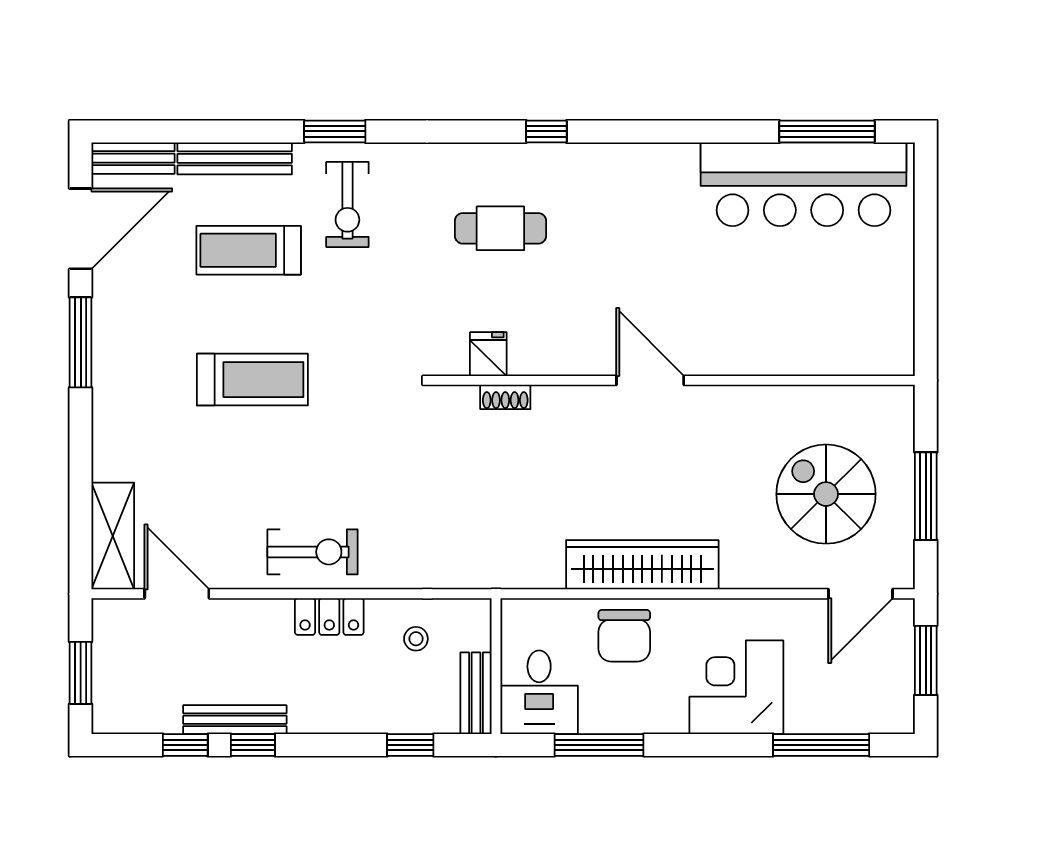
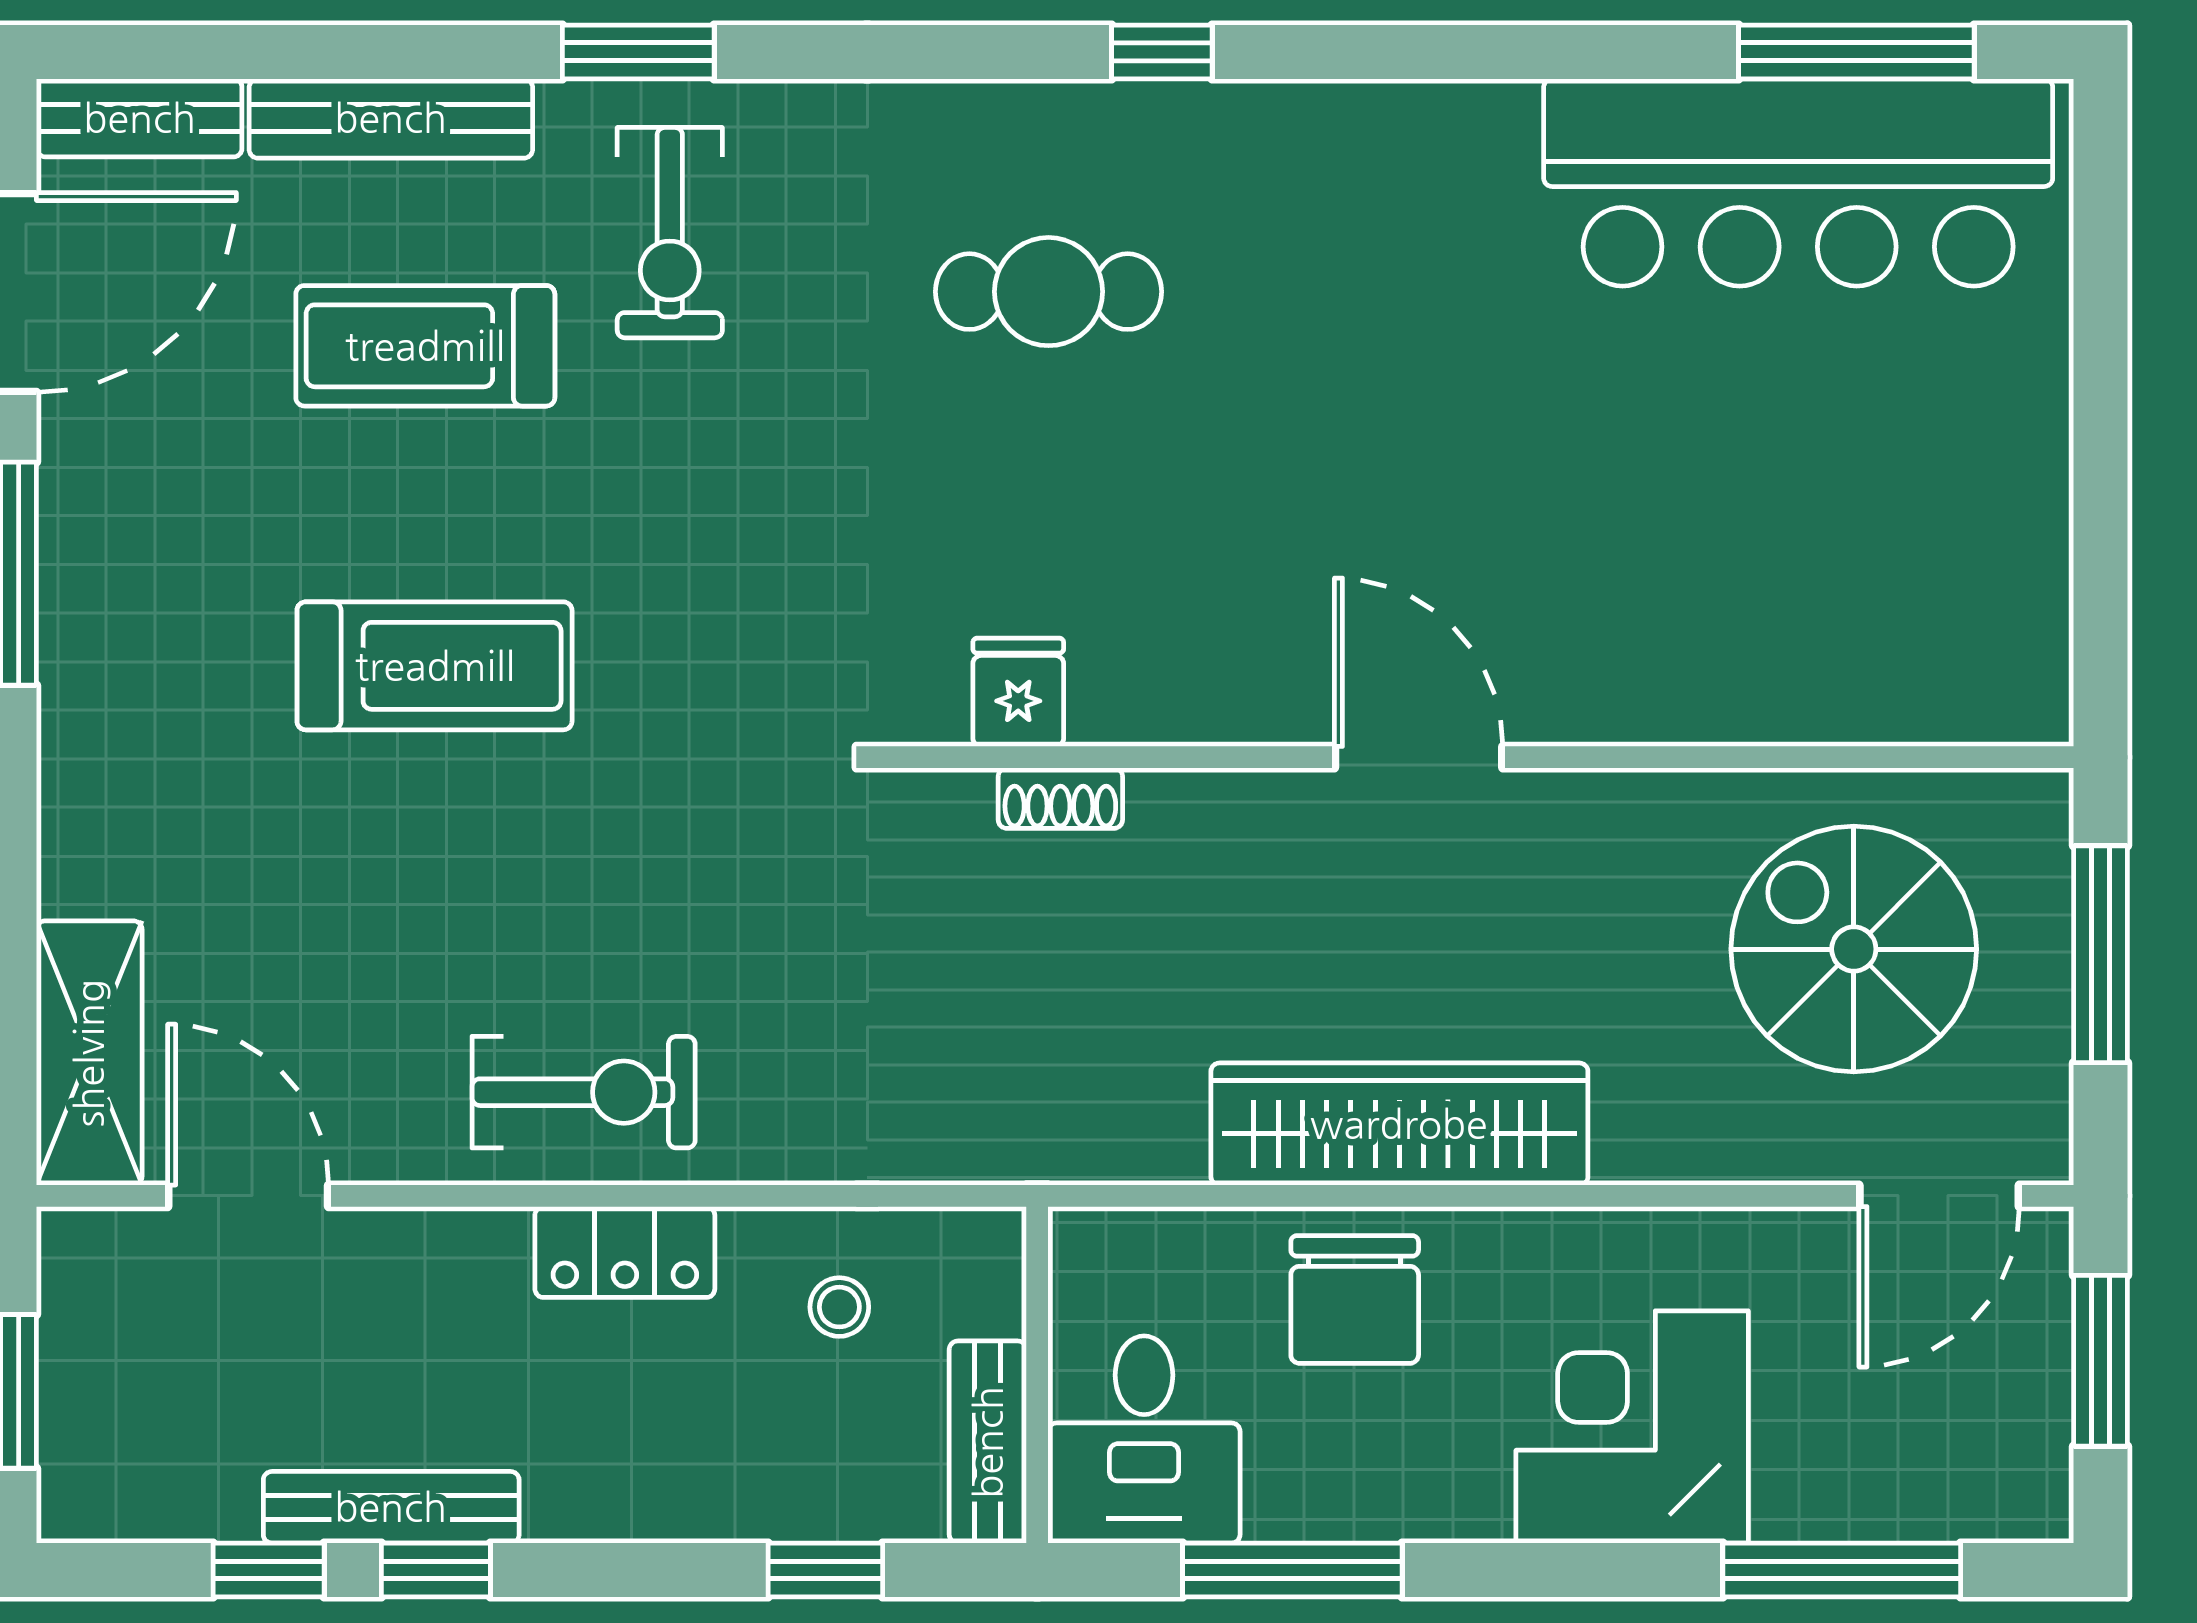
fridge: (488, 354) -> (1018, 692), moved
door: (650, 380) -> (1419, 757), moved
wall: (673, 380) -> (1476, 757), moved
shoe rack: (505, 397) -> (1060, 798), moved

